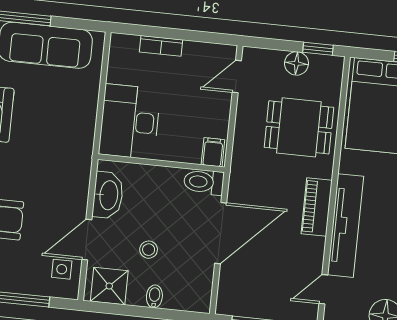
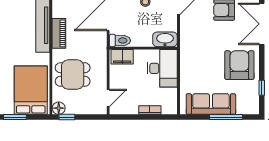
floor lamp: (297, 63) -> (59, 108), moved
filing cabinet: (213, 152) -> (122, 57), width x2.00
washbasin: (108, 195) -> (165, 39), moved, turned 90

